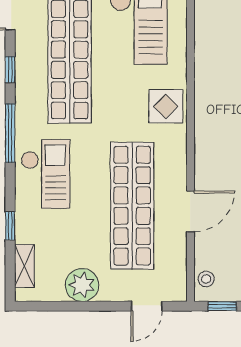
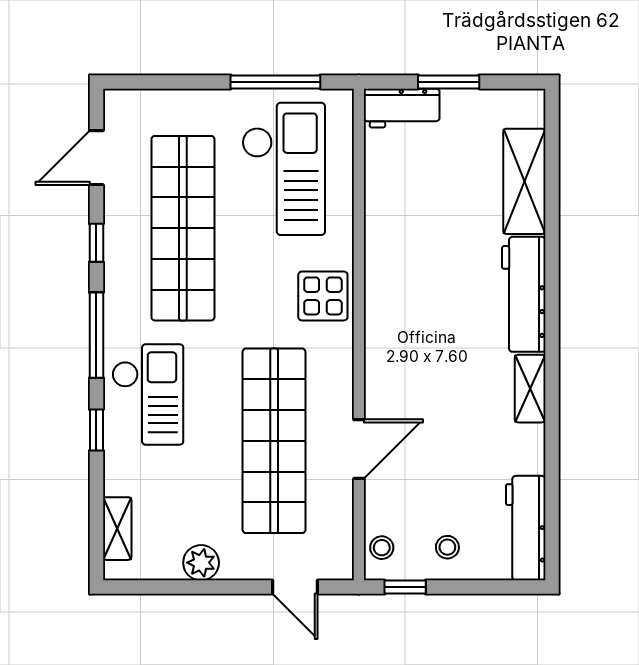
window: (10, 226) -> (96, 430), moved
plant: (82, 285) -> (201, 563), width x0.73, depth x0.73
door: (147, 306) -> (295, 587), hinge flipped

